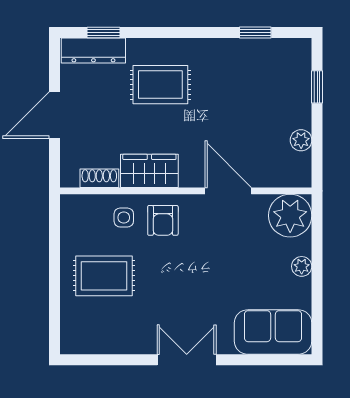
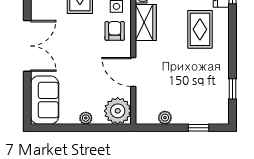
door: (228, 191) -> (133, 72), swing flipped
armchair: (163, 220) -> (115, 31), turned 90
double door: (187, 360) -> (27, 46), width x1.37

